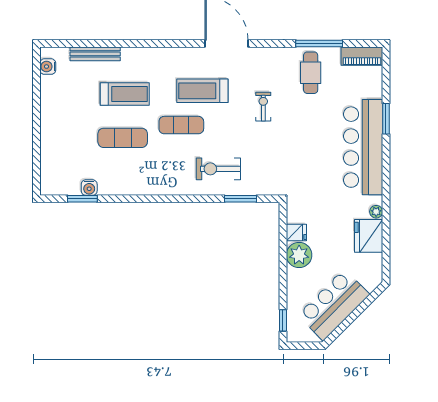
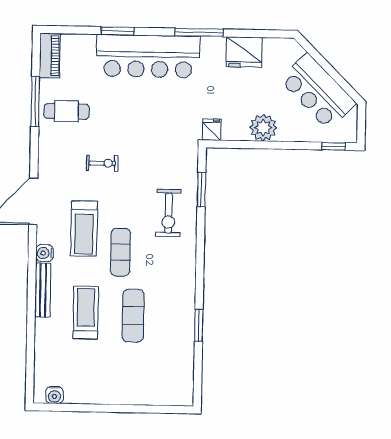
bench: (95, 54) -> (43, 290), moved
exercise bike: (263, 107) -> (102, 163), turned 180
water cooler: (89, 188) -> (44, 253), moved, turned 180
window: (386, 194) -> (199, 32), added
window: (82, 199) -> (199, 325), moved
plant: (376, 212) -> (218, 43), removed
fridge: (296, 233) -> (212, 130), moved

